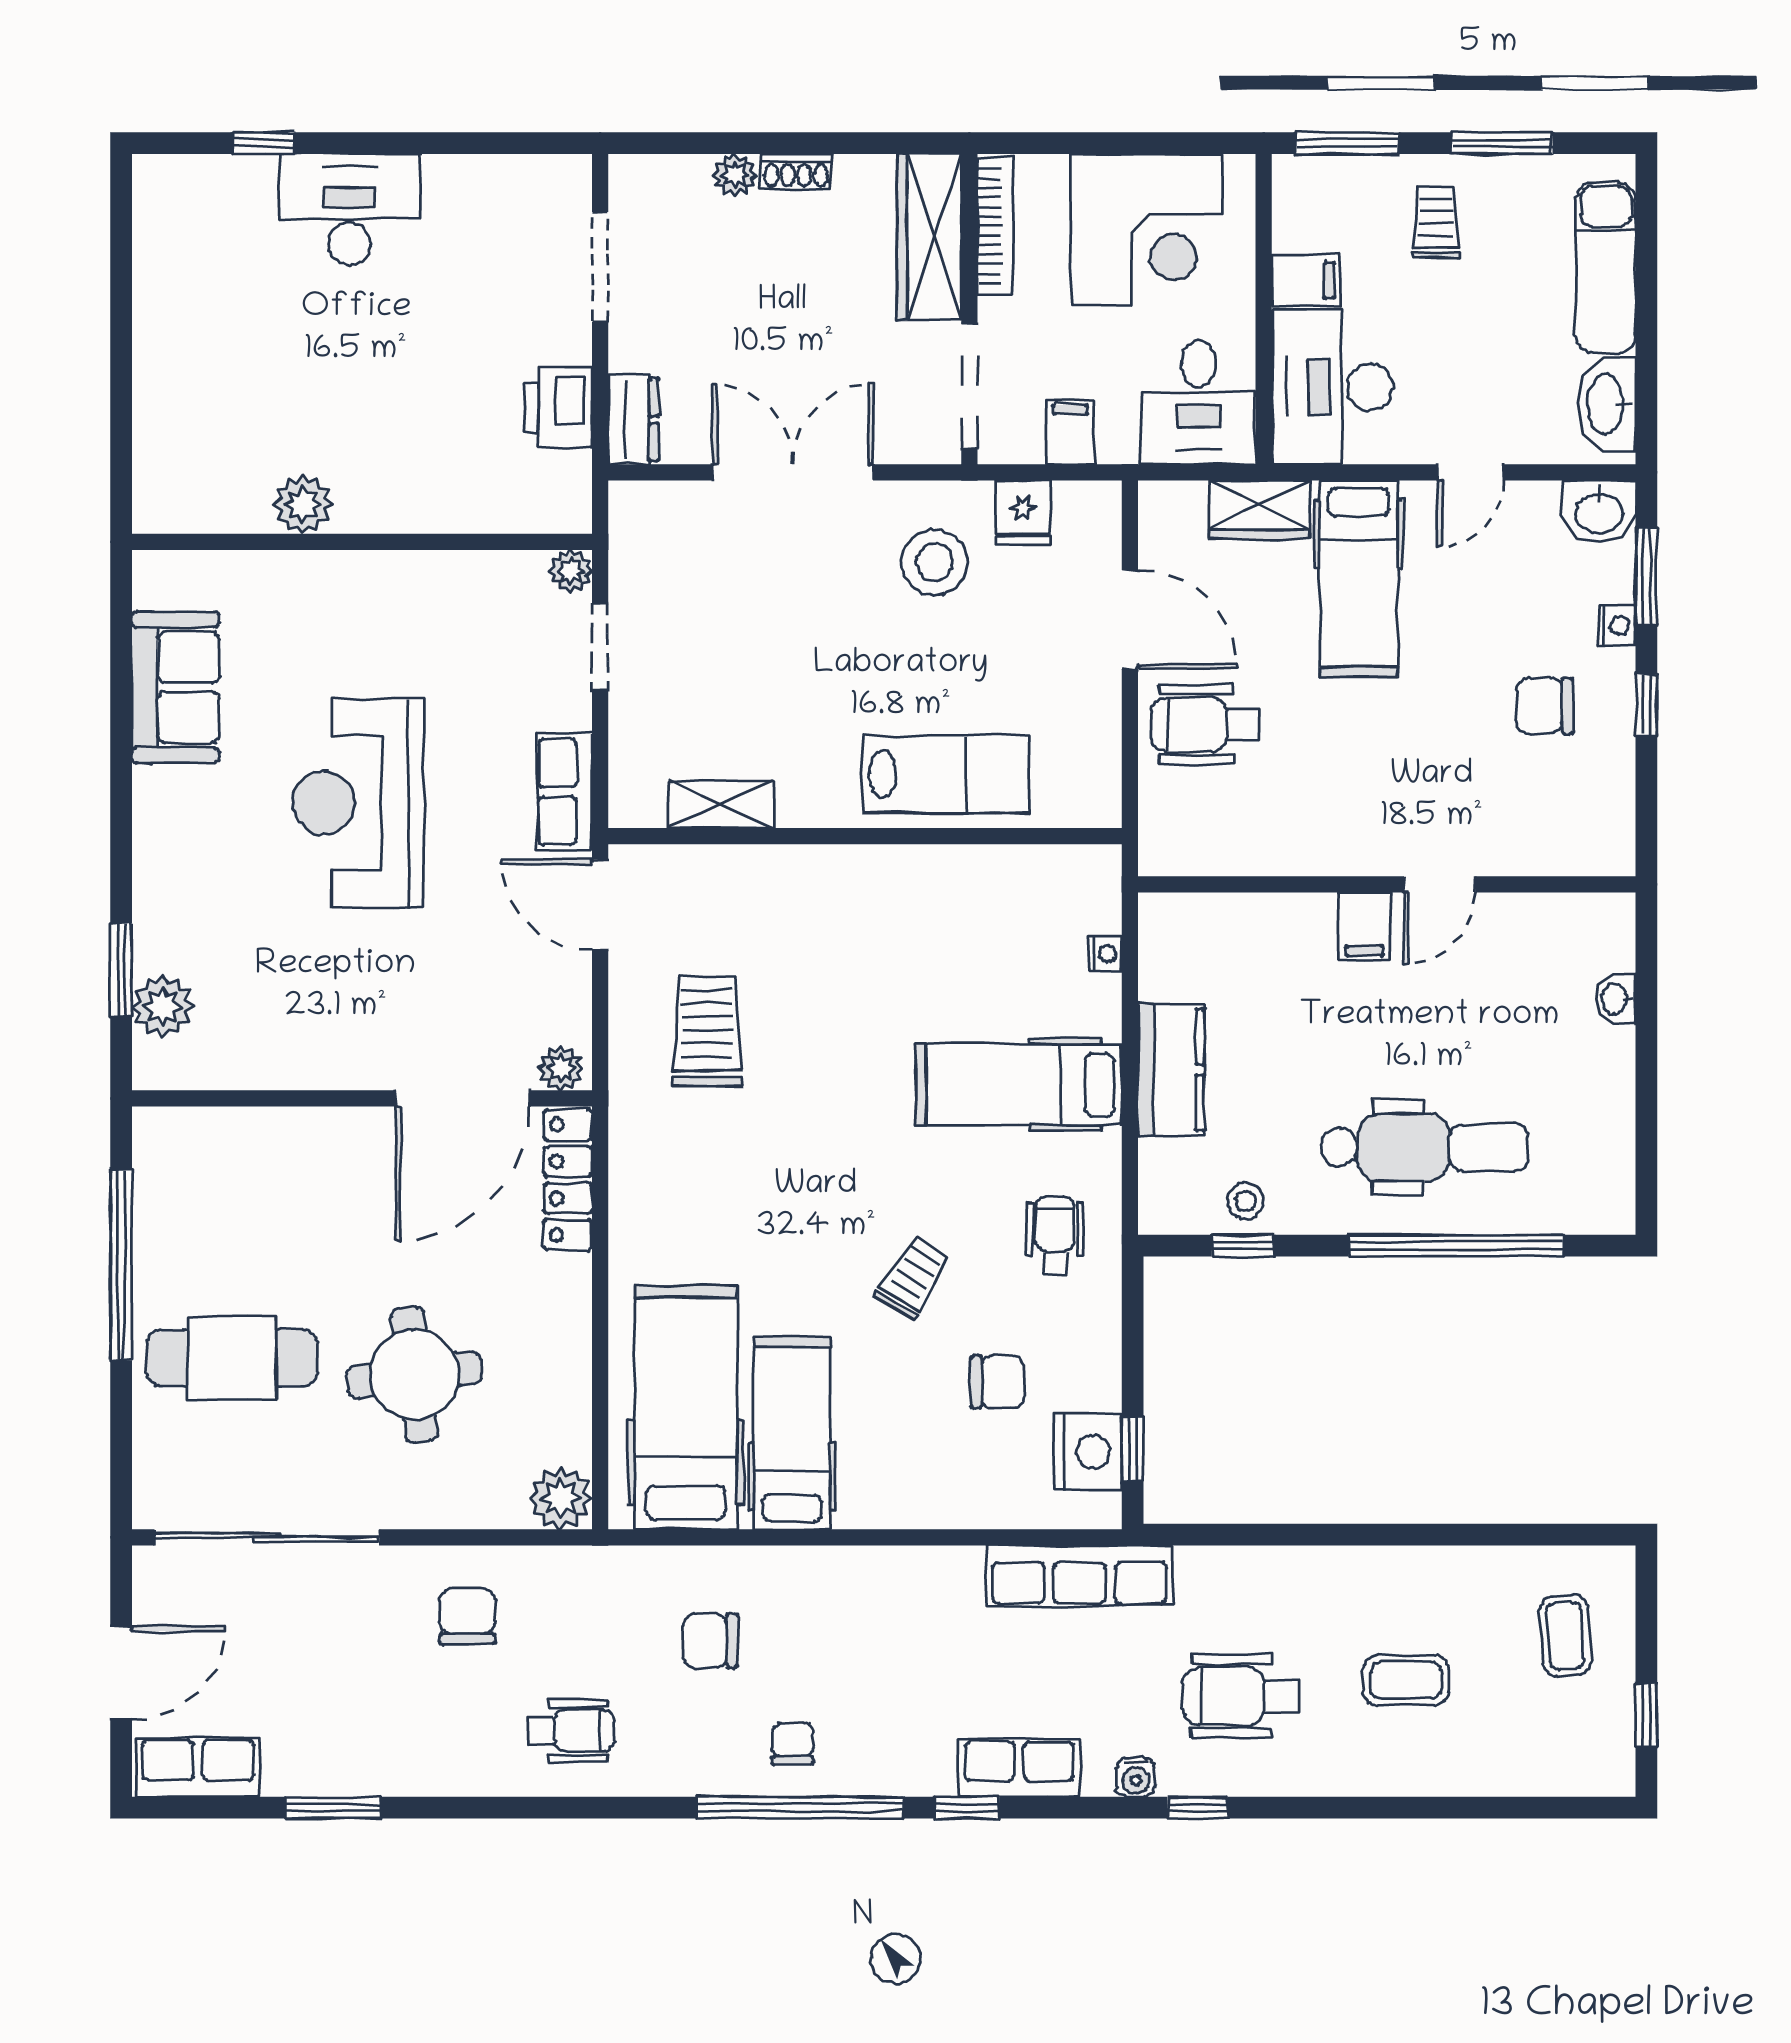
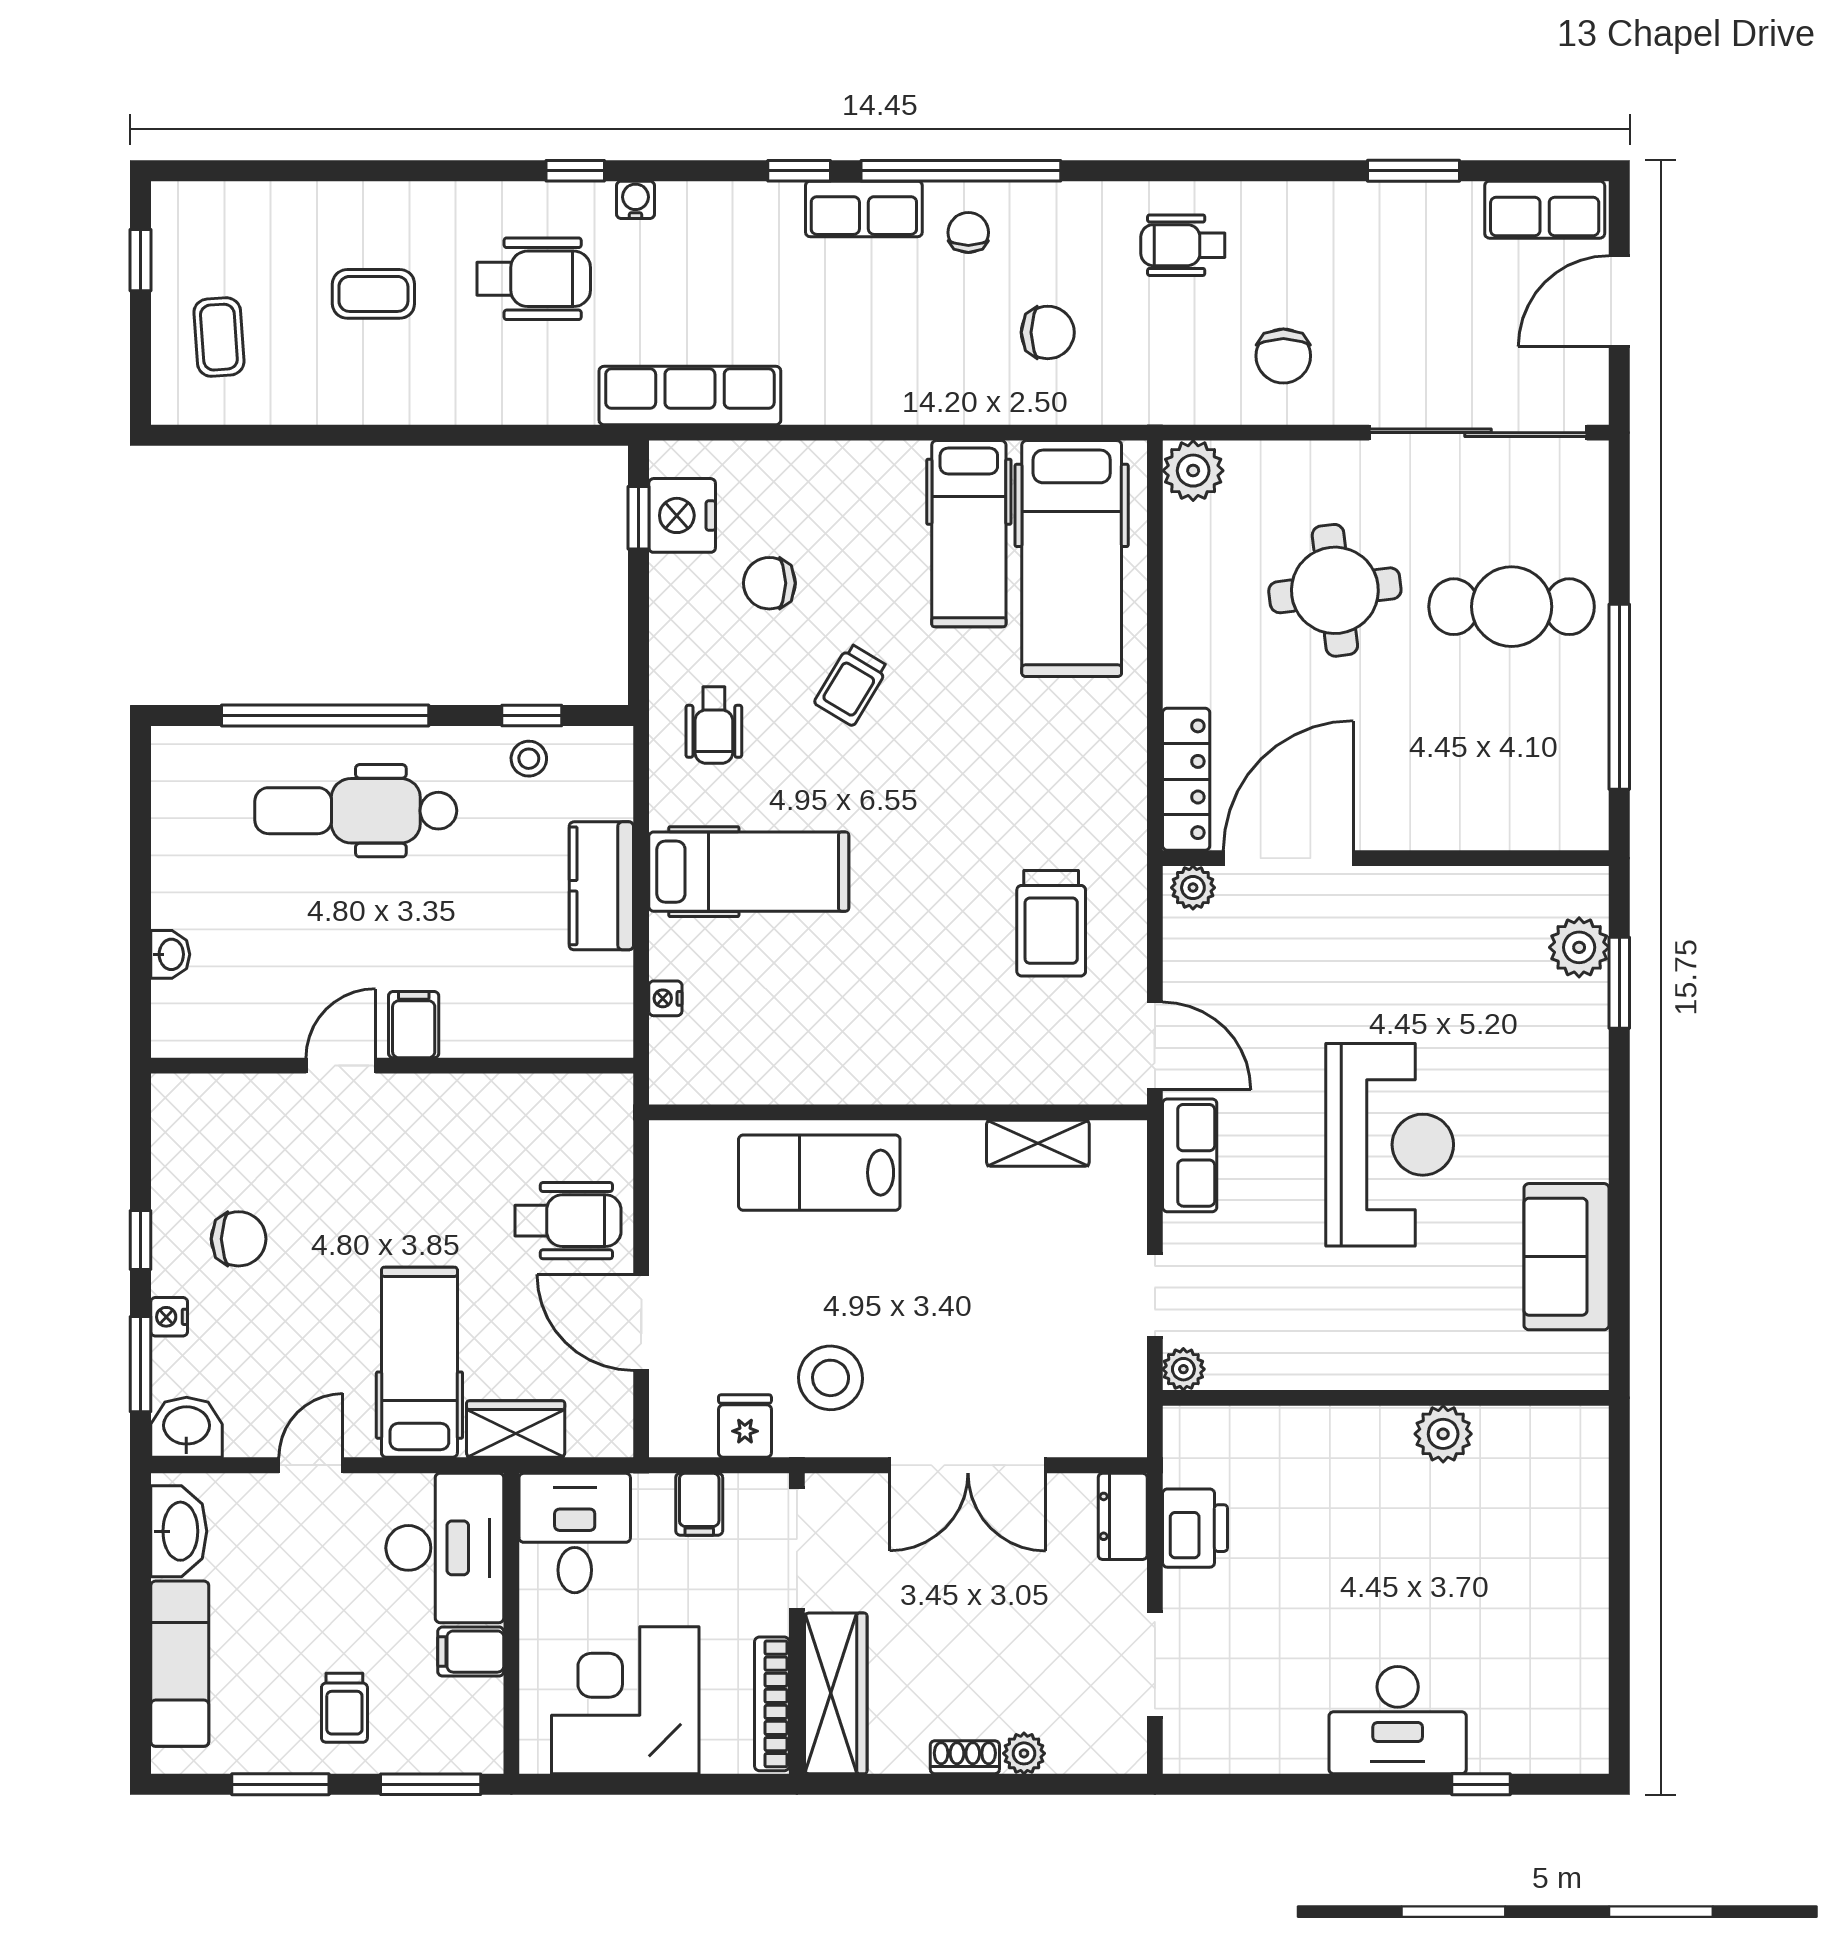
chair: (792, 1744) -> (968, 233), turned 180
row of seats: (1019, 1768) -> (864, 209), moved

